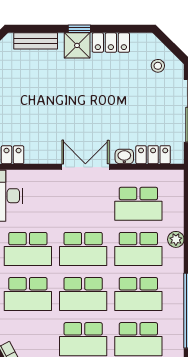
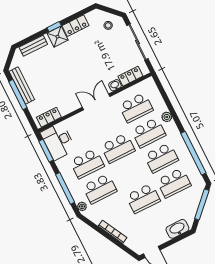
school desk: (83, 294) -> (130, 173), removed

